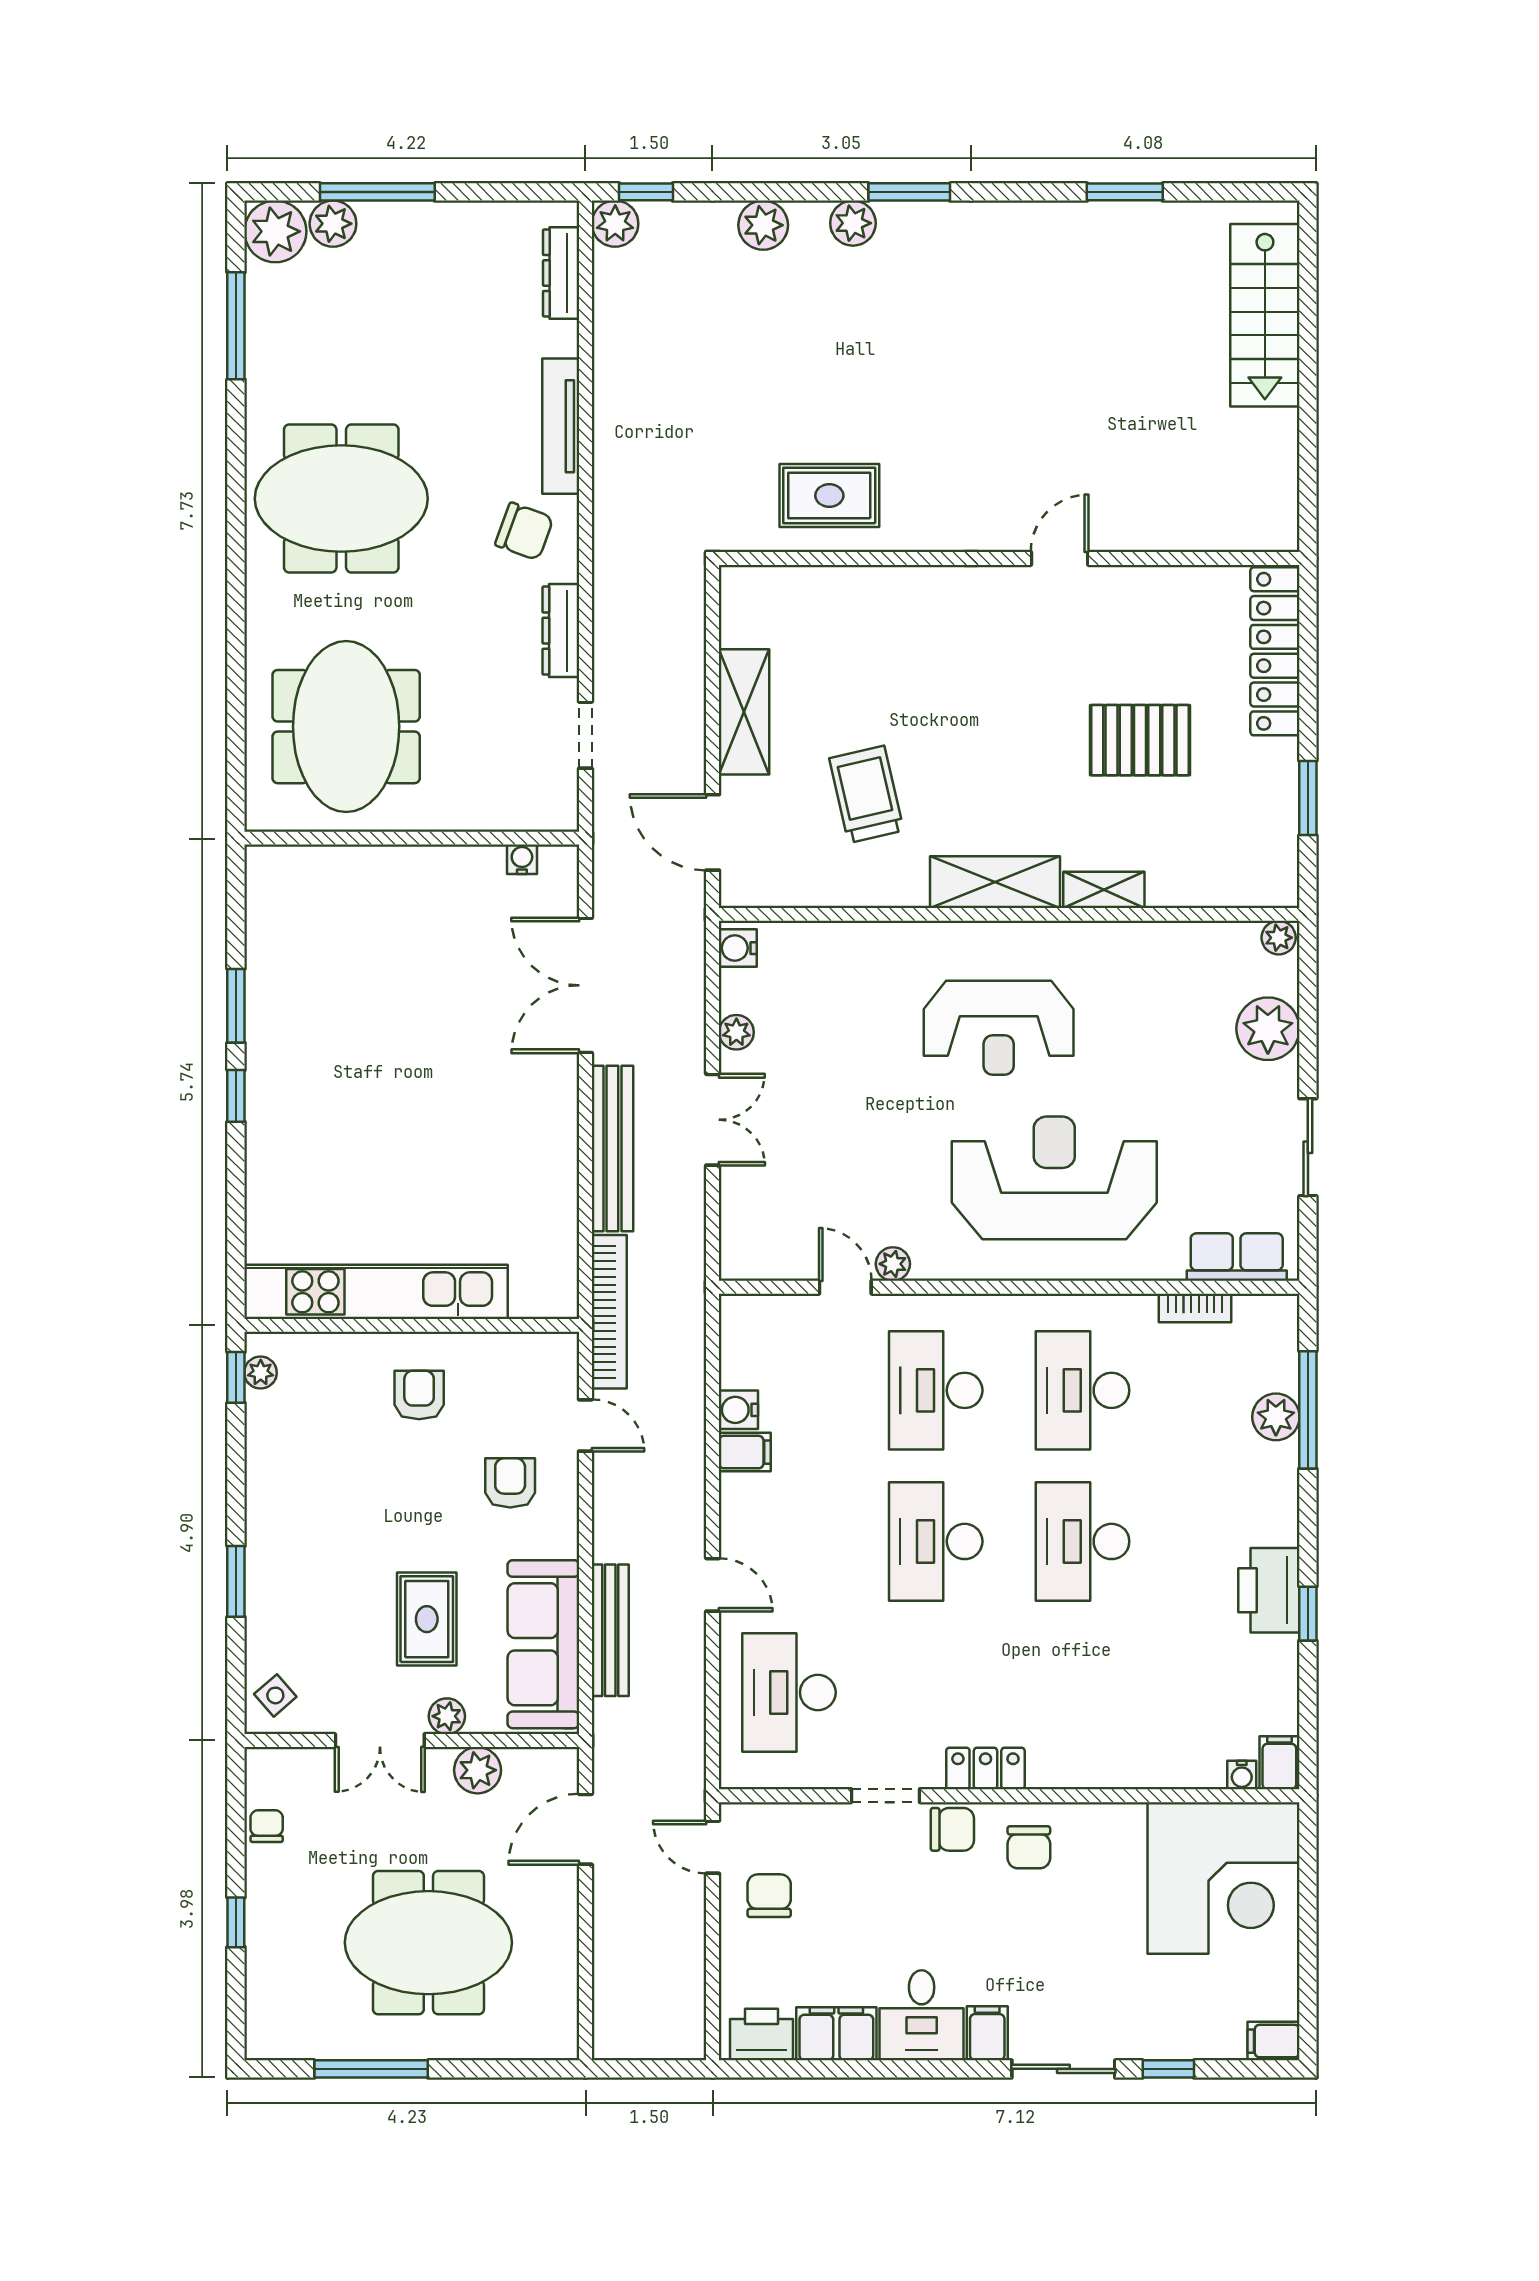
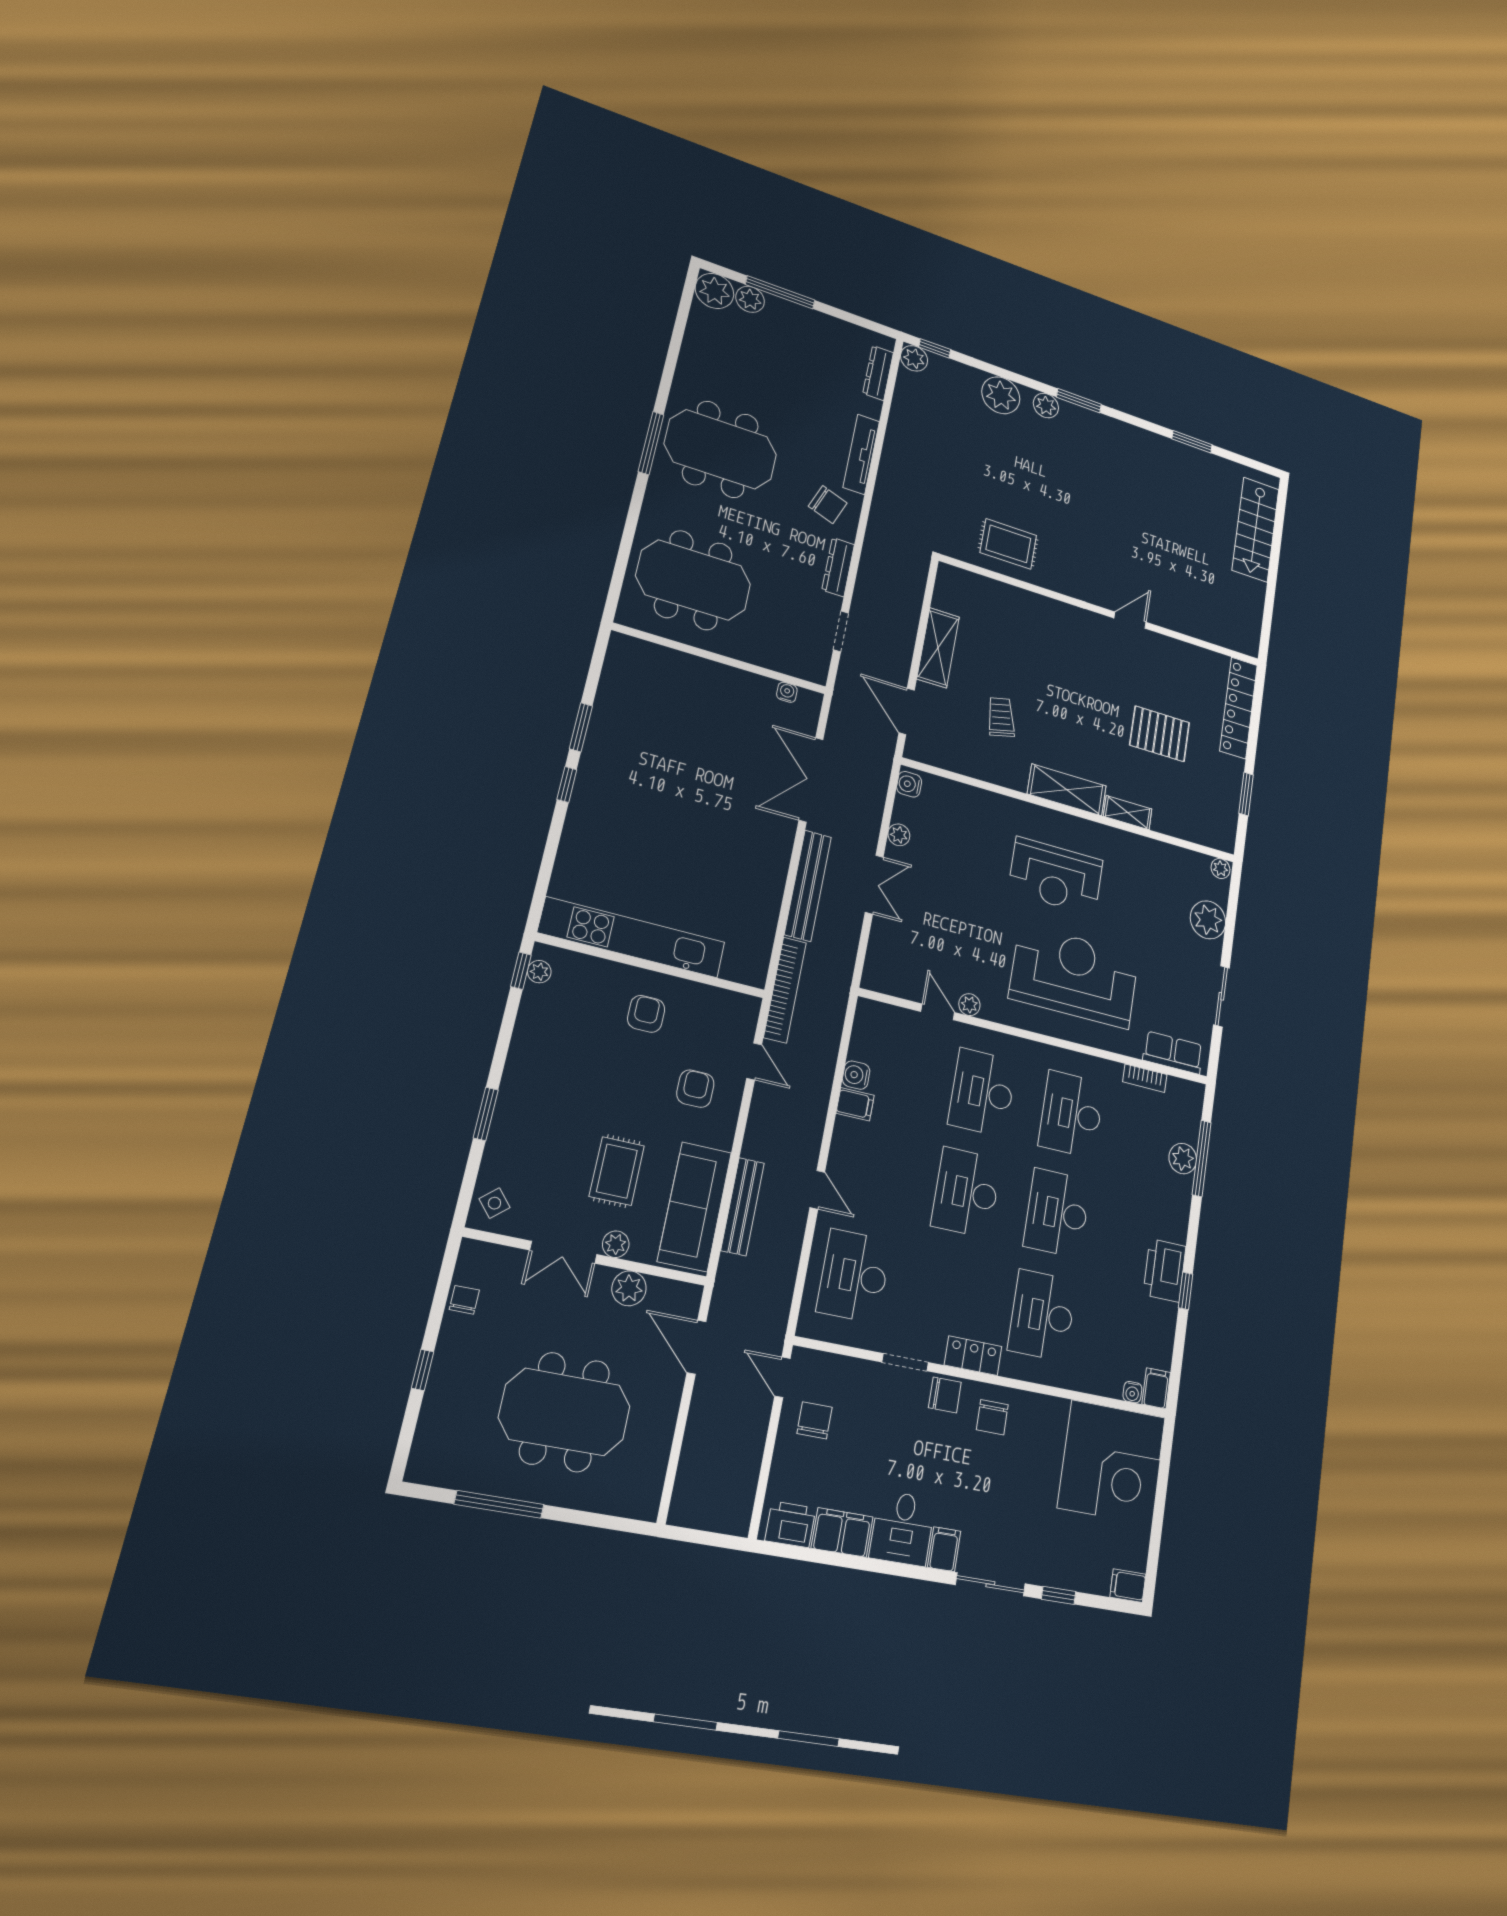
plant: (763, 225) -> (1001, 395), width x1.36, depth x1.36
window: (236, 326) -> (651, 443), moved
meeting table: (346, 727) -> (693, 580), turned 90
trolley: (866, 794) -> (1001, 717), width x0.73, depth x0.72
desk: (1083, 1693) -> (1042, 1315), added
door: (585, 1829) -> (696, 1347), hinge flipped

